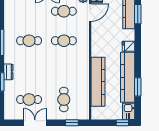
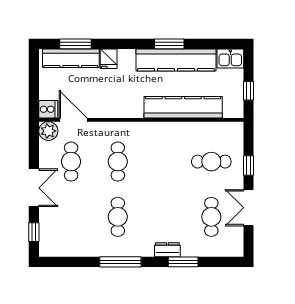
fridge: (128, 46) -> (109, 59), moved
window: (138, 87) -> (169, 44), moved
window: (72, 123) -> (248, 166), moved
window: (122, 123) -> (248, 91), moved

